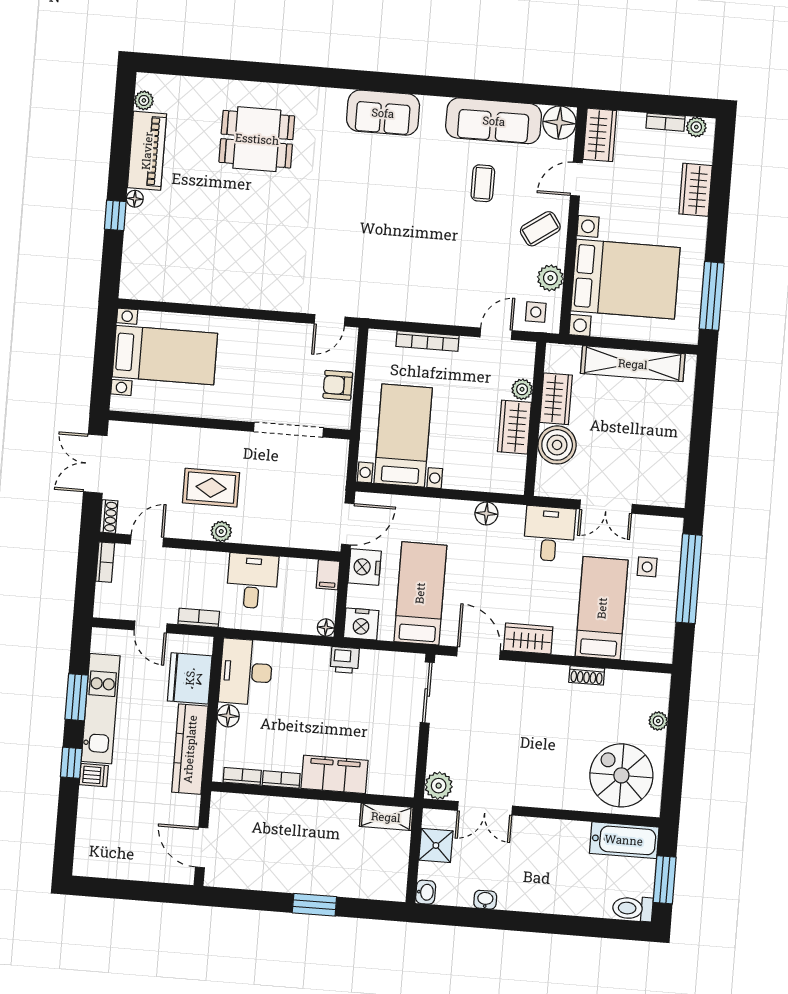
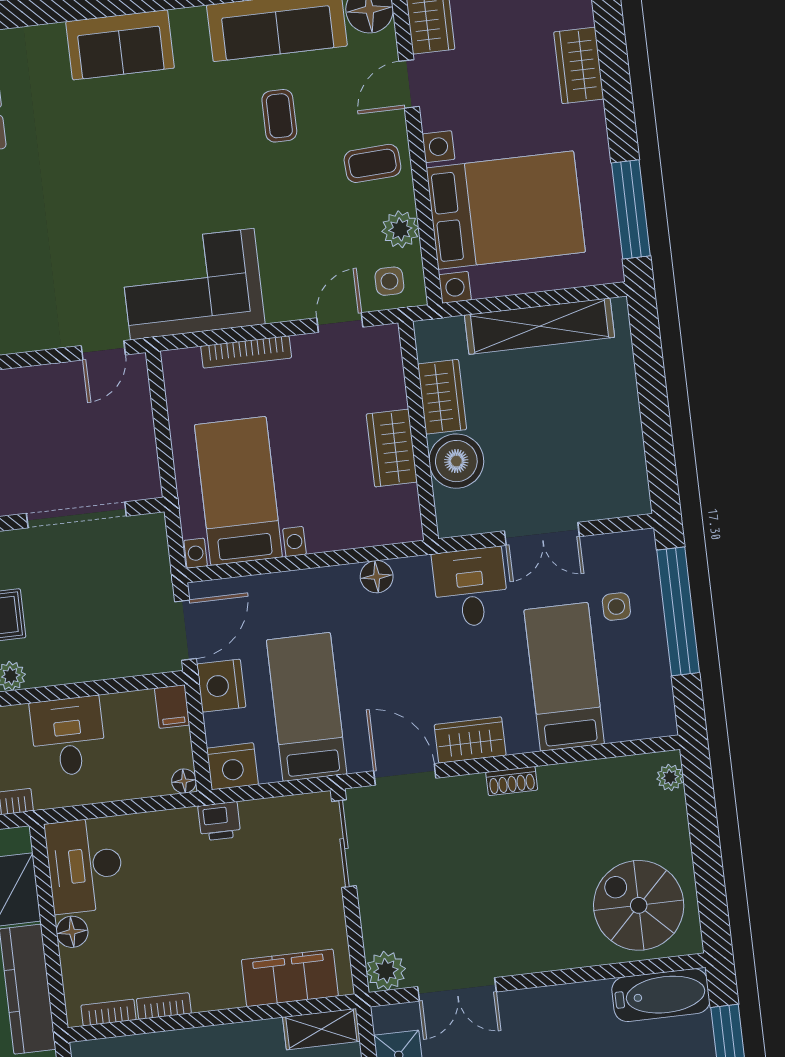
coffee table: (540, 229) -> (372, 163), turned 32
corner sofa: (400, 287) -> (192, 284), added
armchair: (338, 385) -> (133, 439), removed
plant: (522, 389) -> (392, 393), removed
shoe rack: (587, 675) -> (512, 781), moved
plant: (658, 721) -> (670, 777), moved
filing cabinet: (335, 774) -> (290, 978), moved

